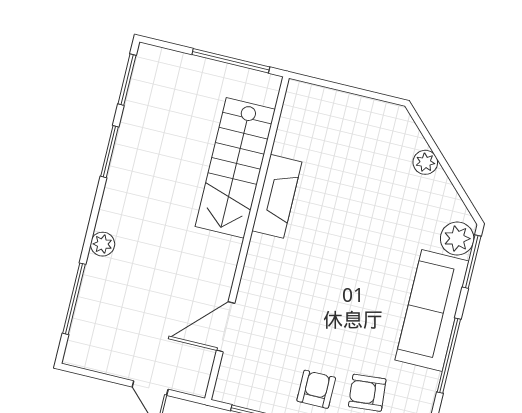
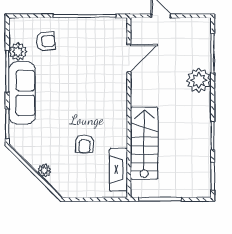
fireplace: (277, 196) -> (118, 170), moved
plant: (457, 239) -> (18, 52), moved
plant: (103, 244) -> (199, 80), width x1.88, depth x1.88
armchair: (316, 389) -> (84, 144), moved

